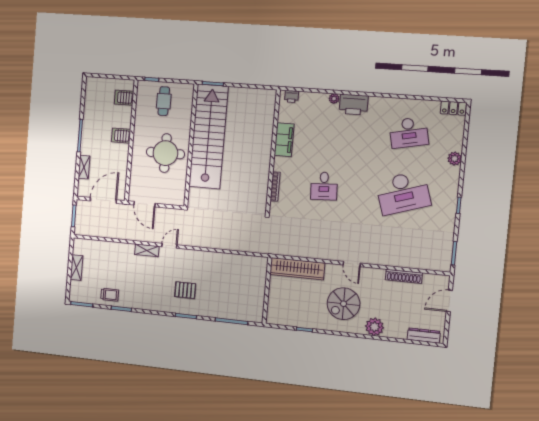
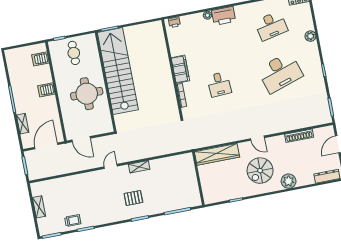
filing cabinet: (284, 140) -> (180, 69), moved
shelving: (147, 250) -> (139, 167), moved

